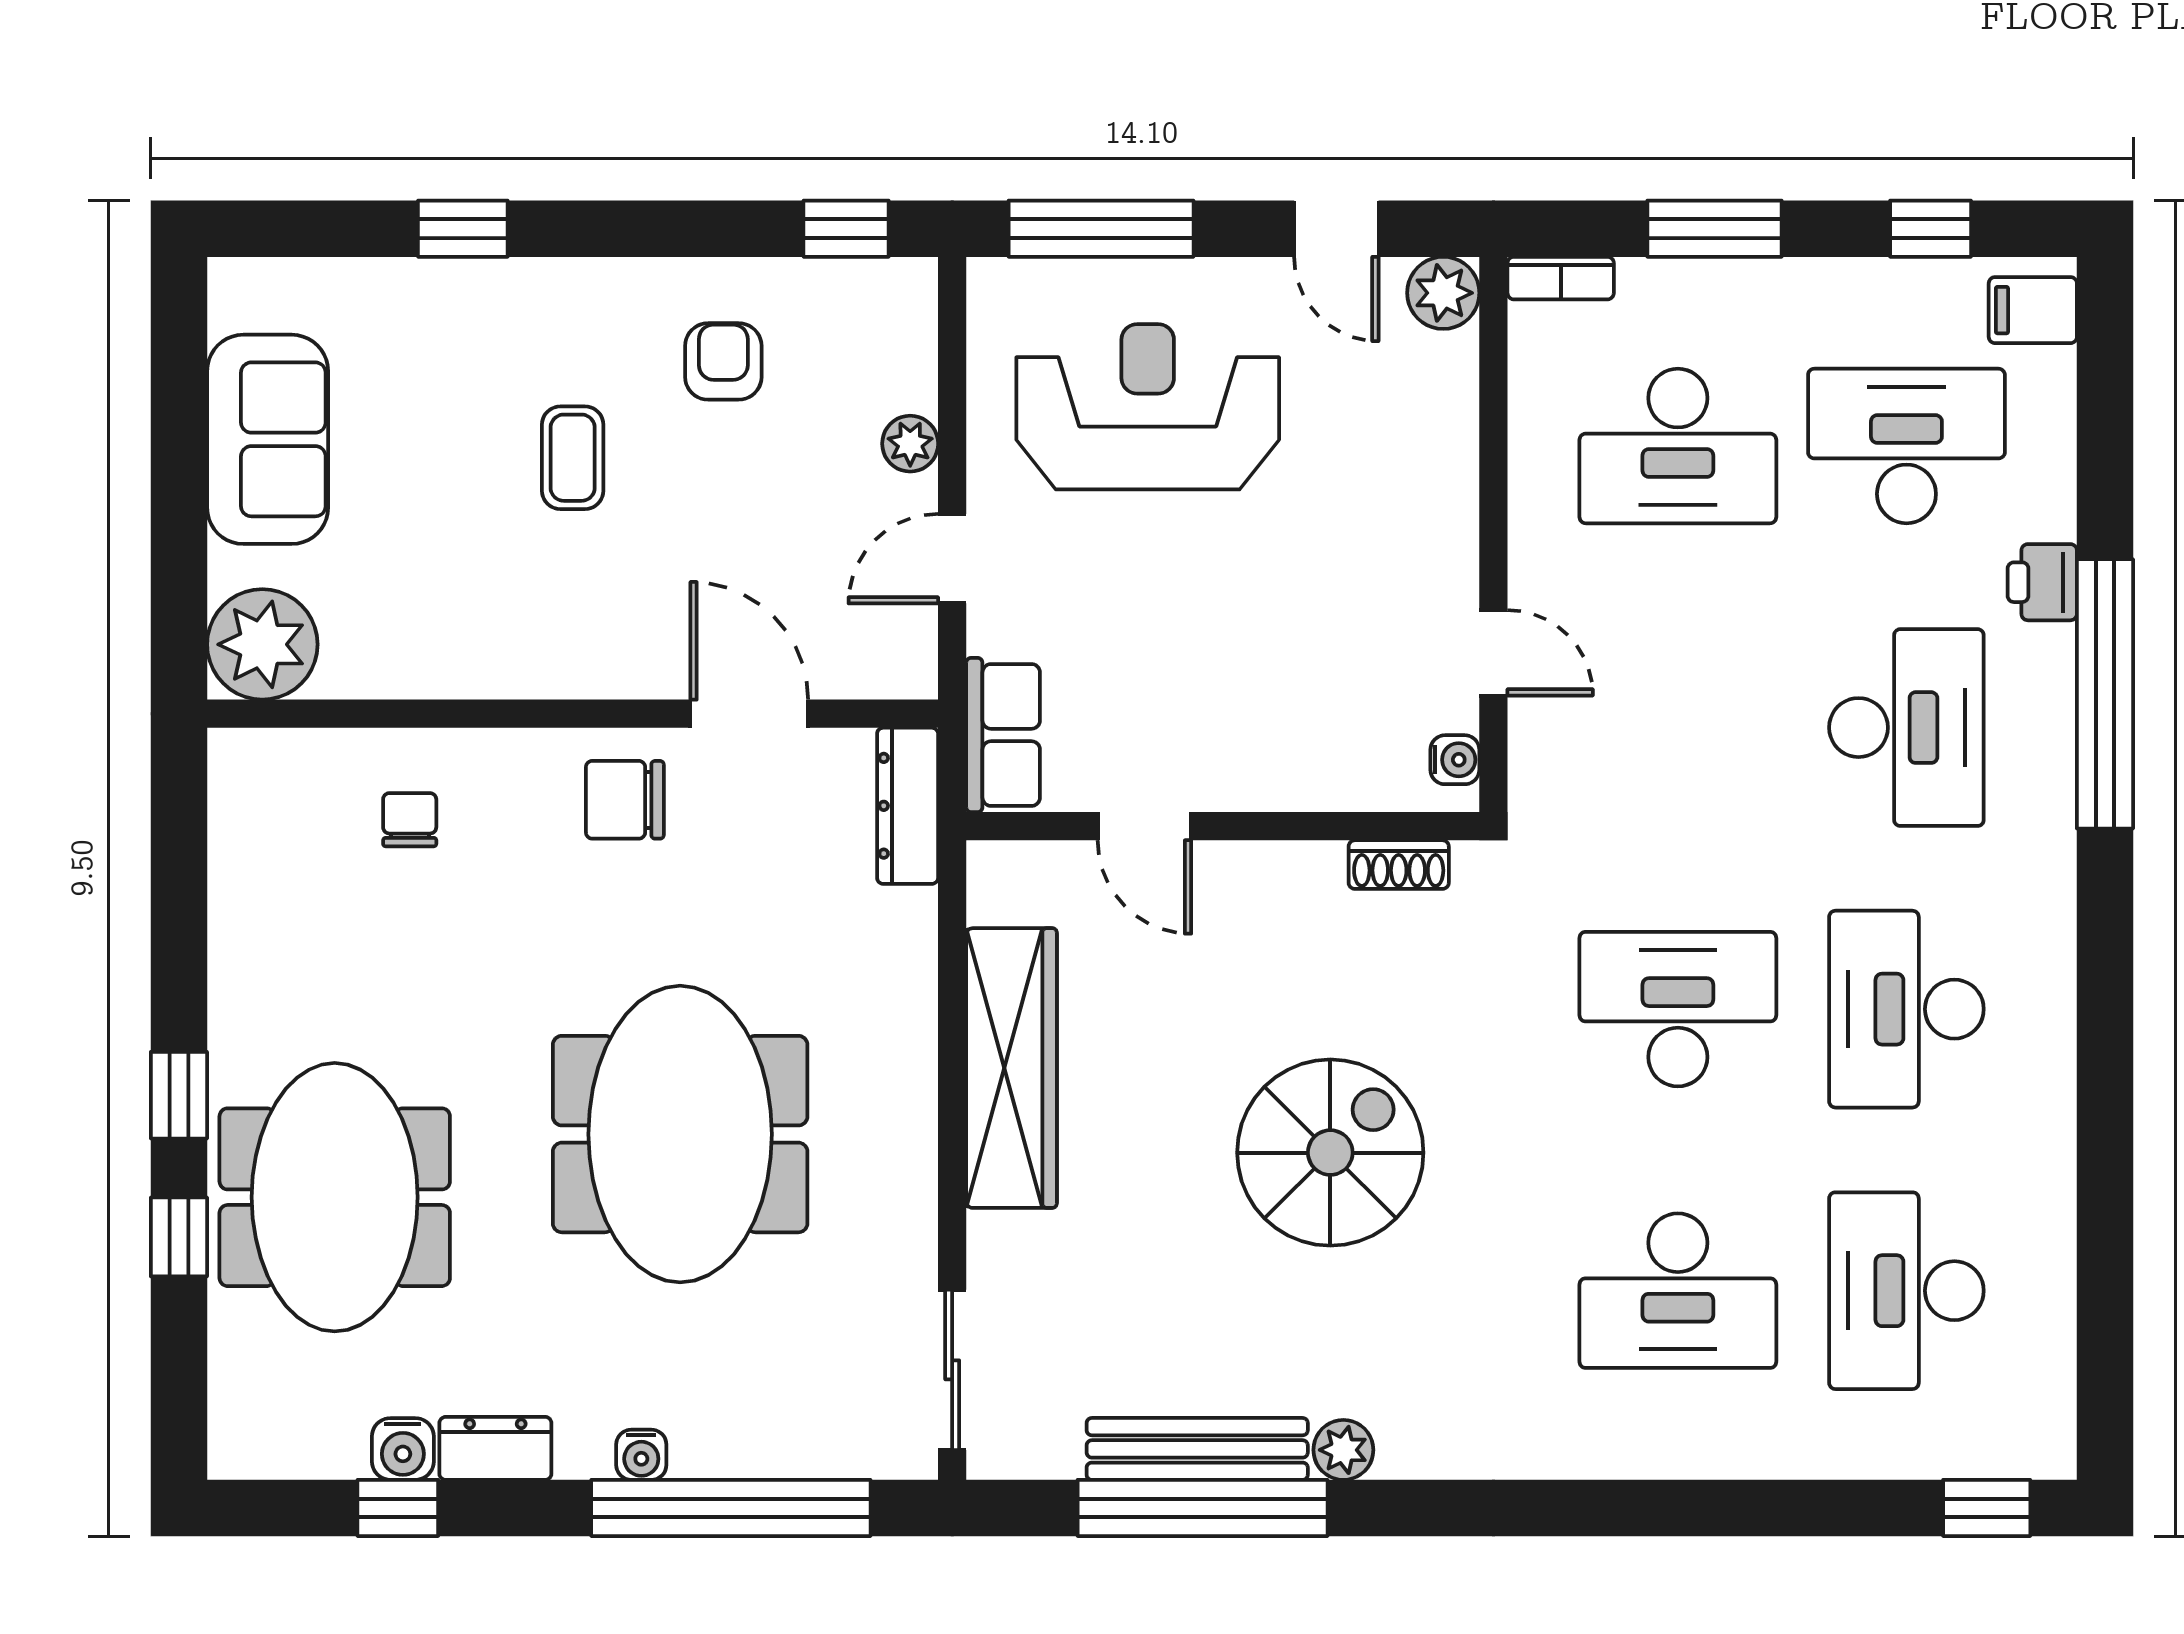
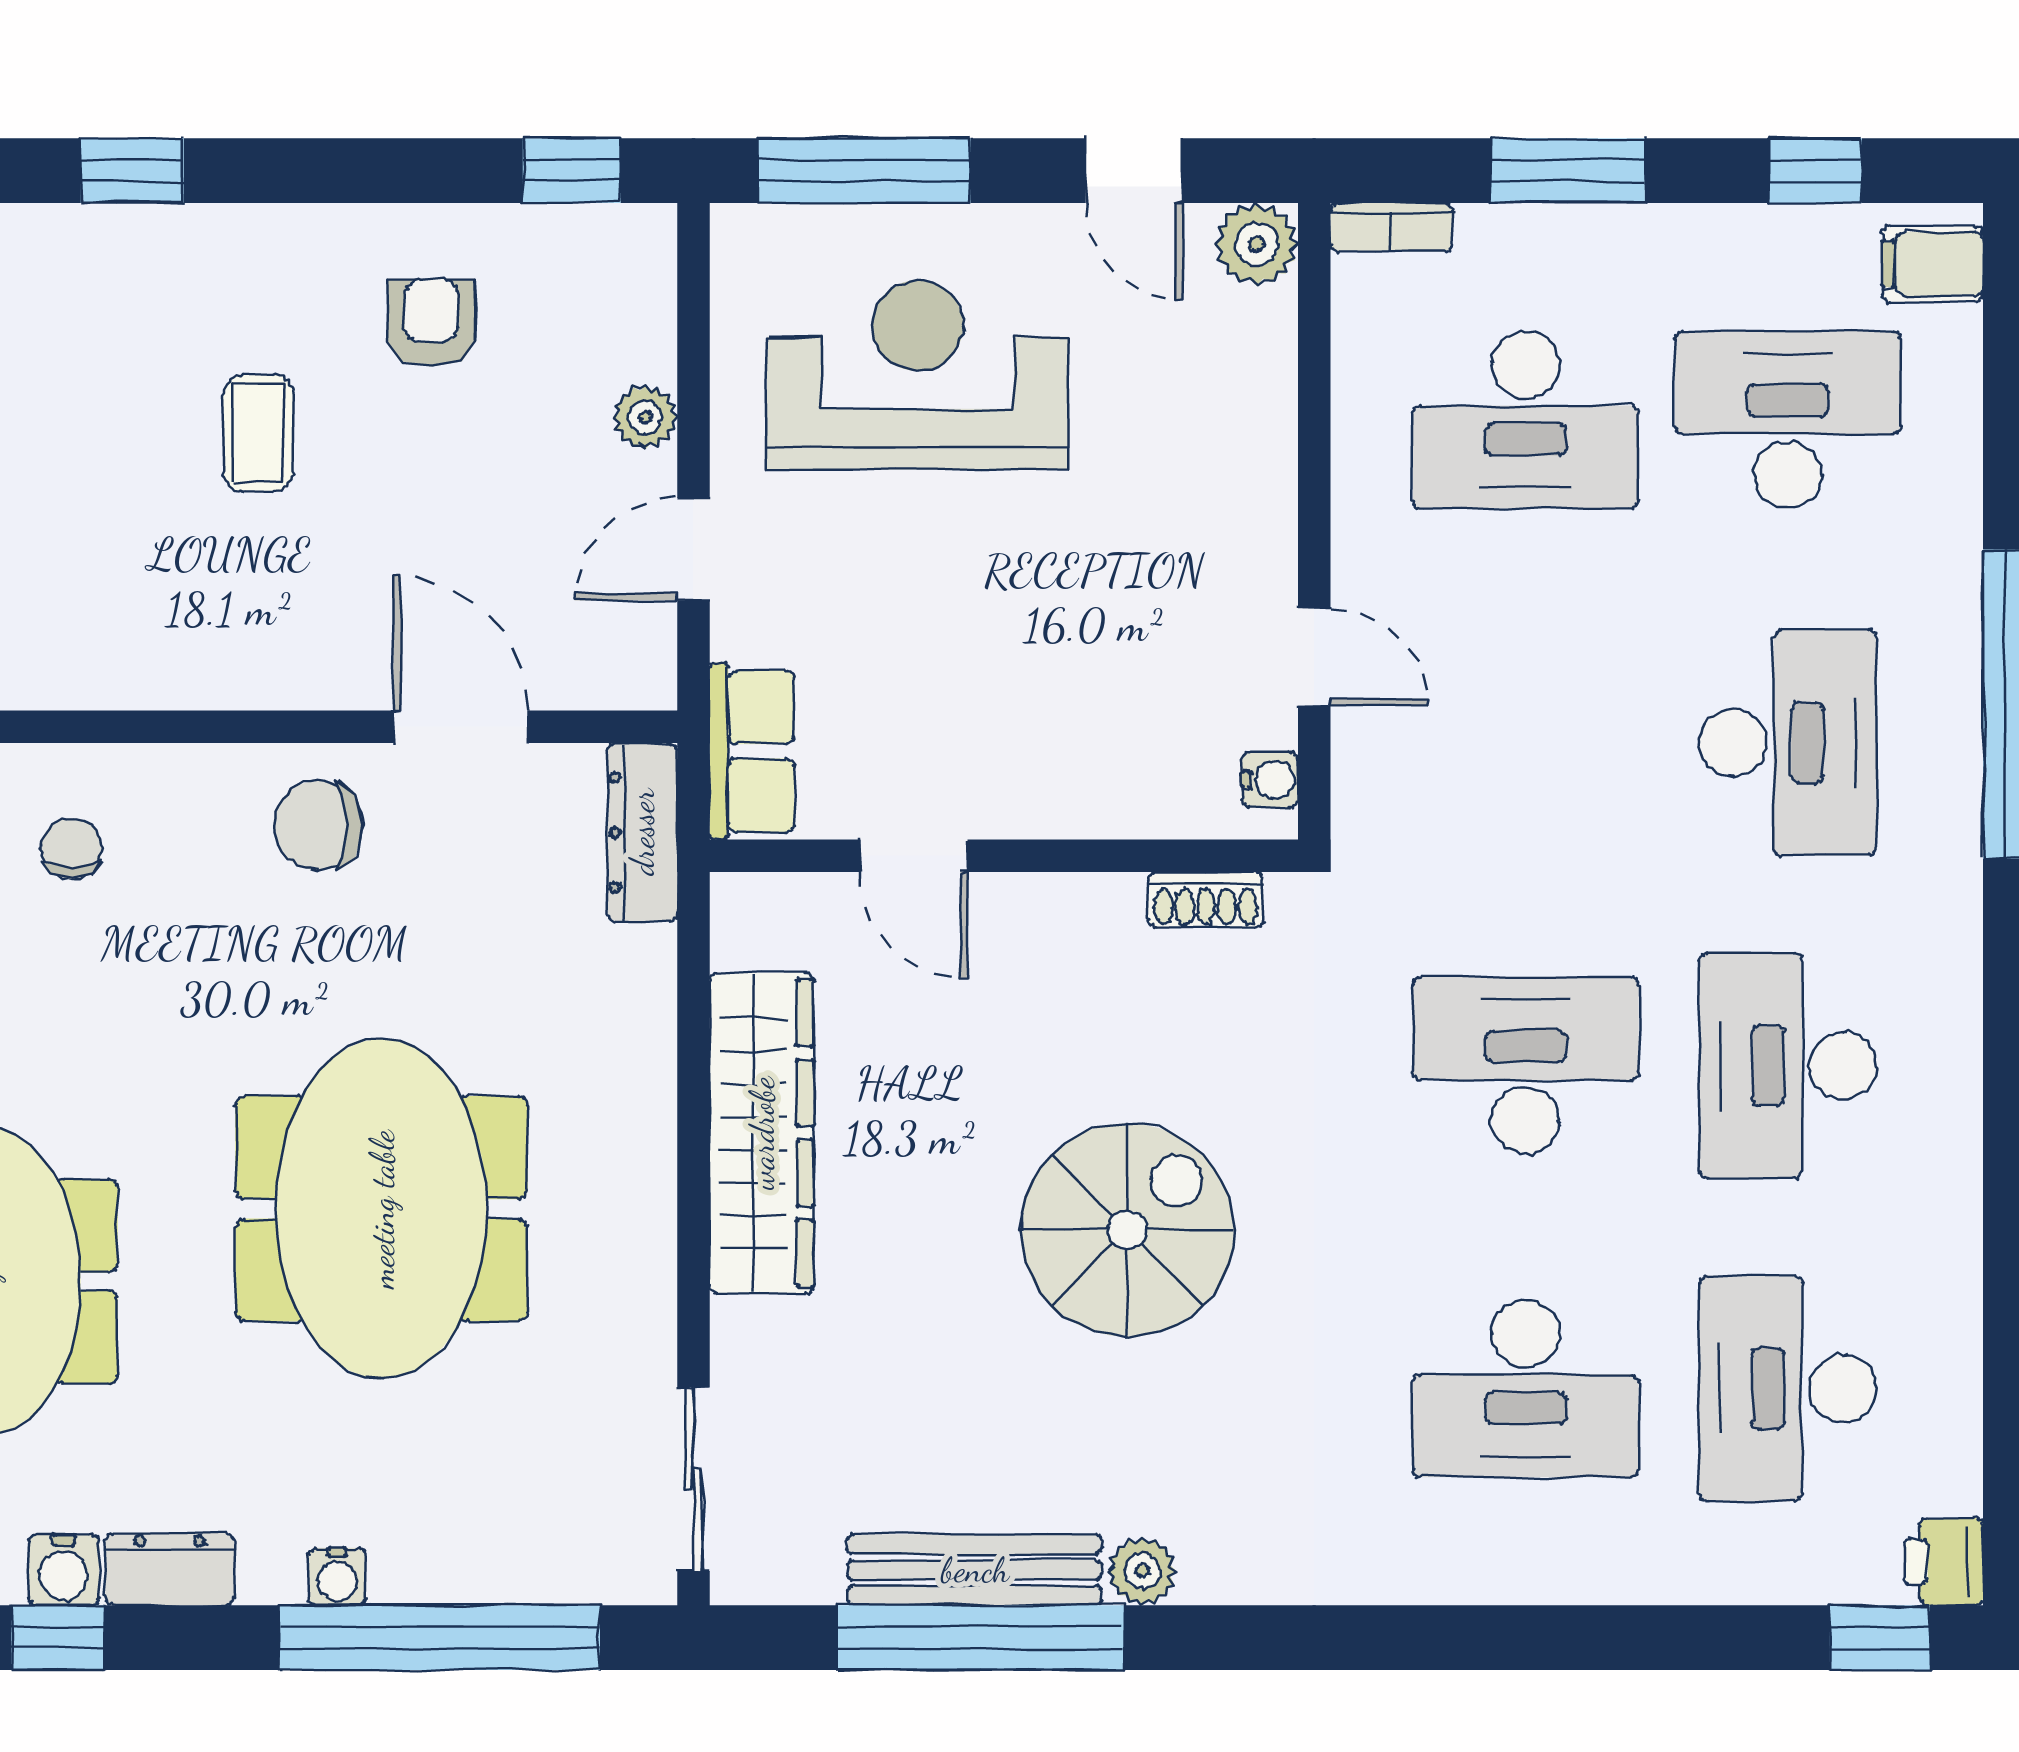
printer: (2042, 582) -> (1943, 1562), moved

